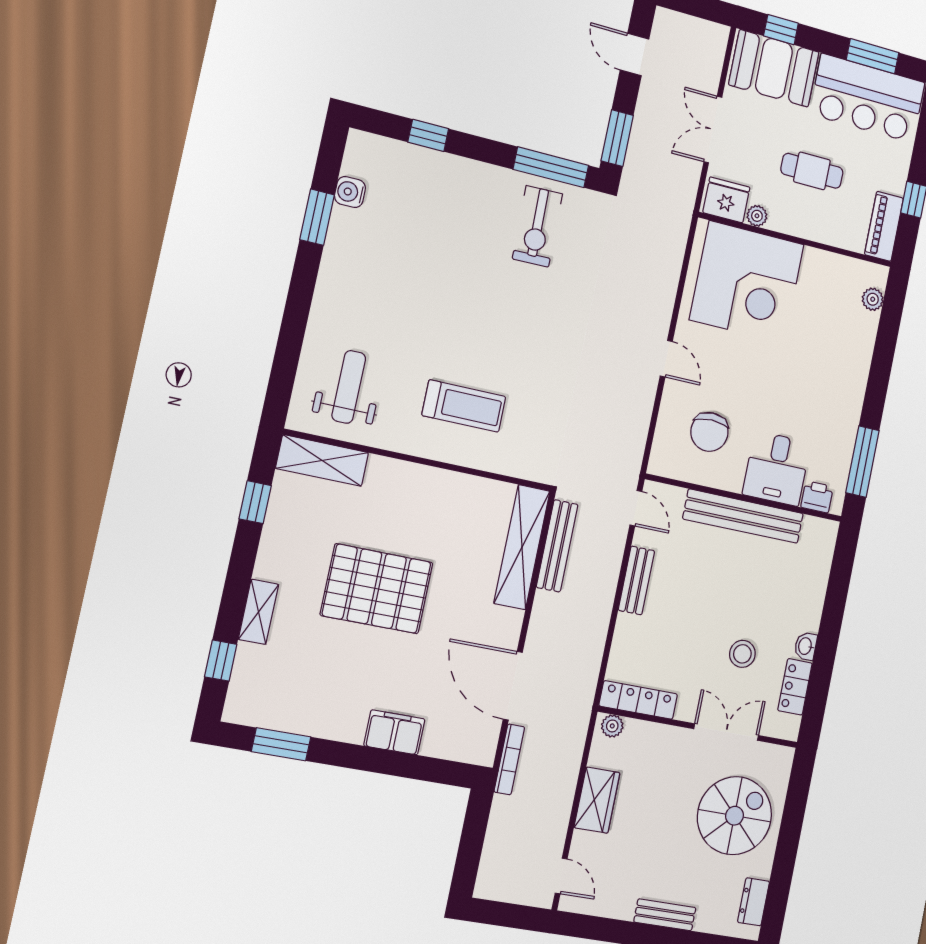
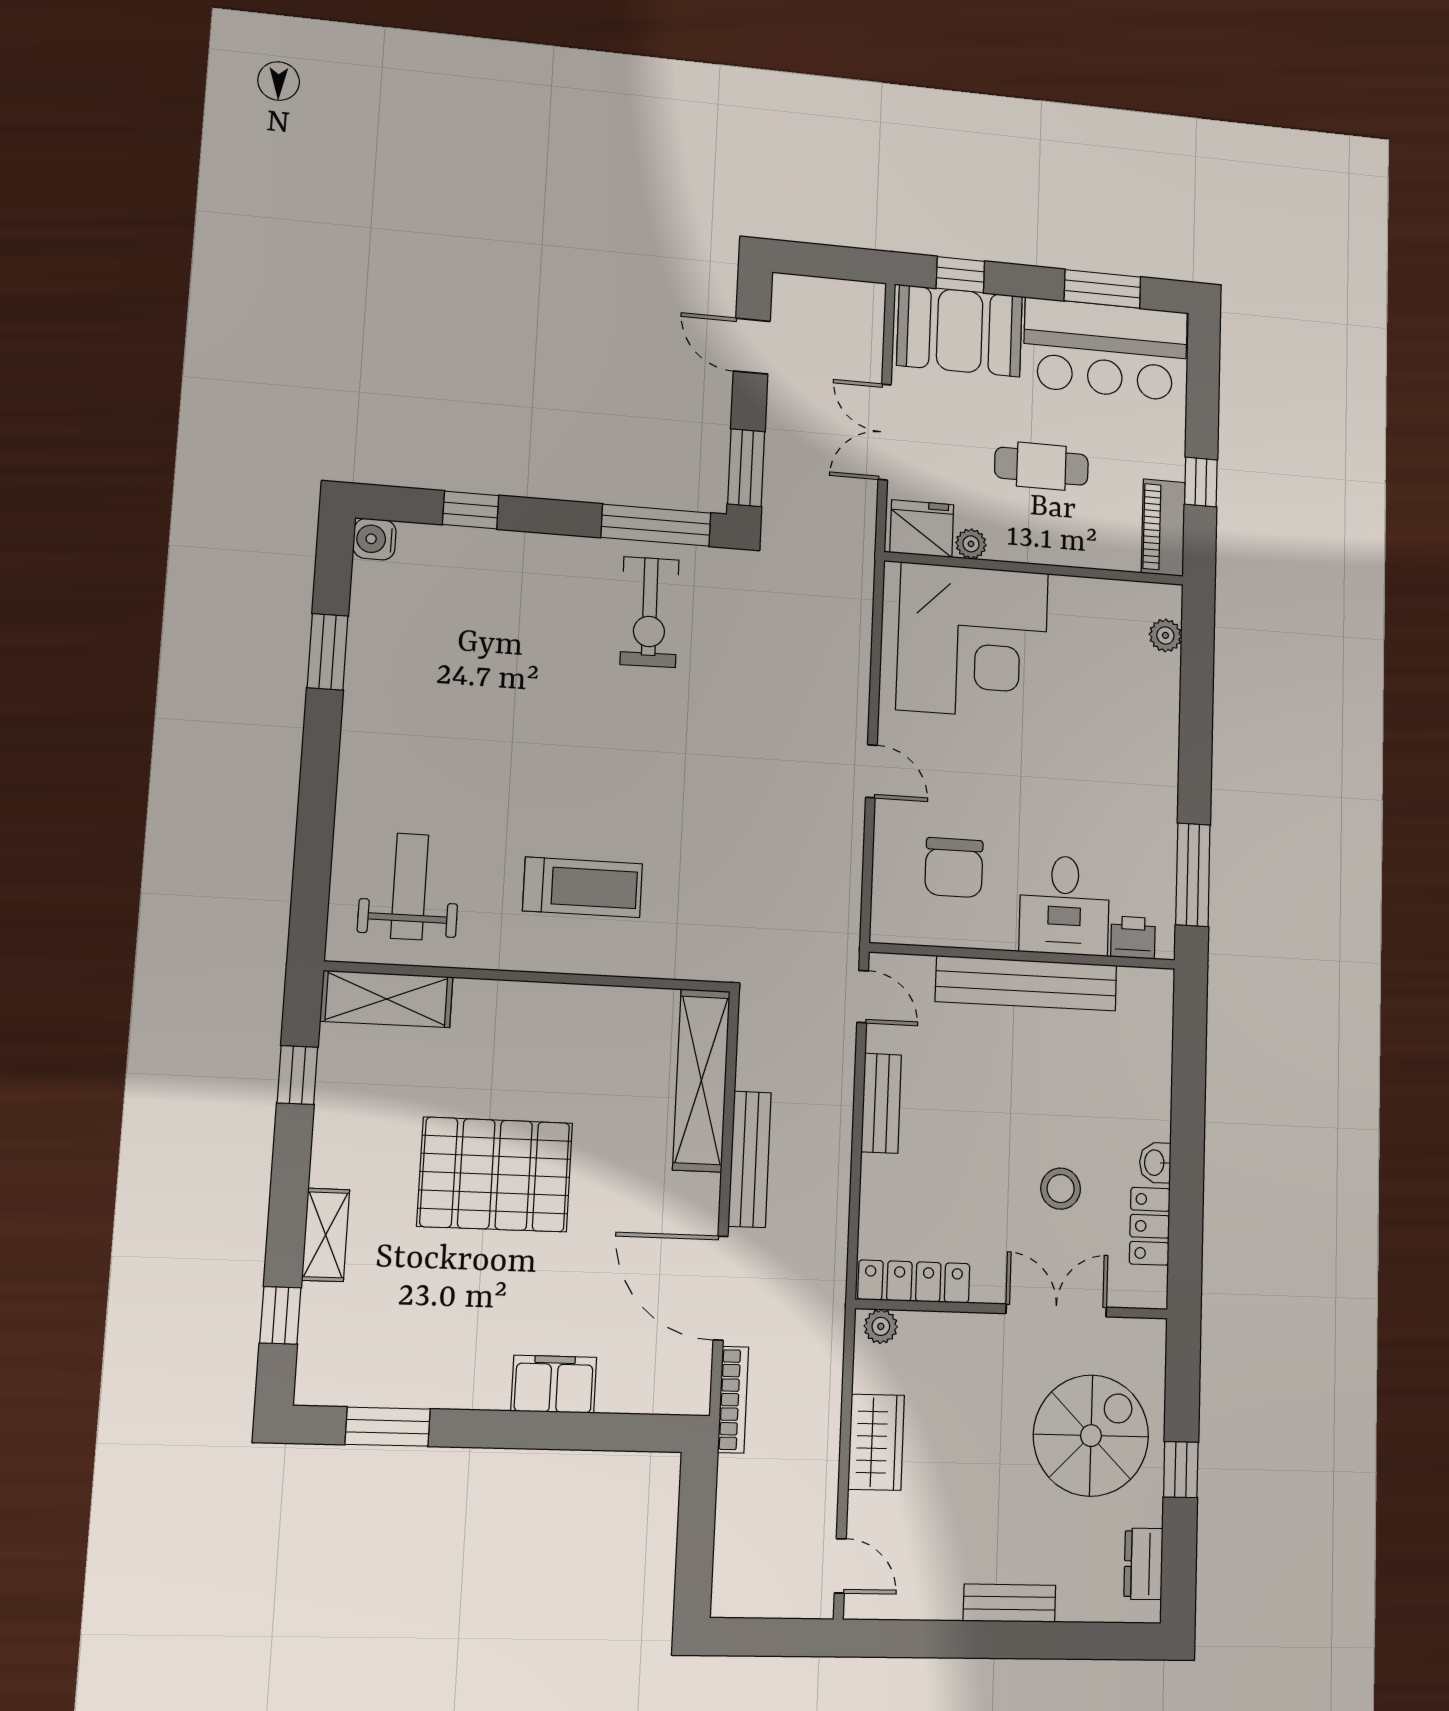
water cooler: (350, 192) -> (374, 539), moved
bench: (557, 546) -> (750, 1159), moved
window: (787, 845) -> (1181, 1470), added

